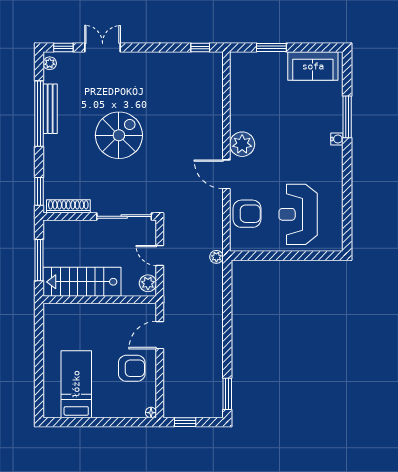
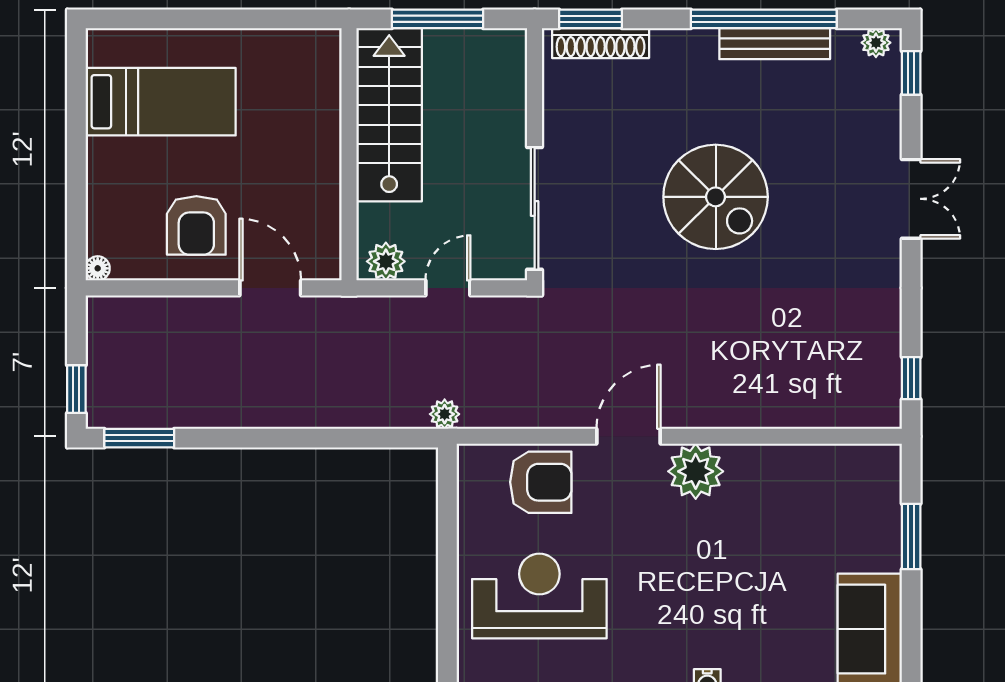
double door: (103, 47) -> (911, 199), moved
shoe rack: (68, 206) -> (601, 43), moved, turned 90
armchair: (247, 214) -> (541, 482), turned -90
window: (185, 422) -> (76, 389), moved

